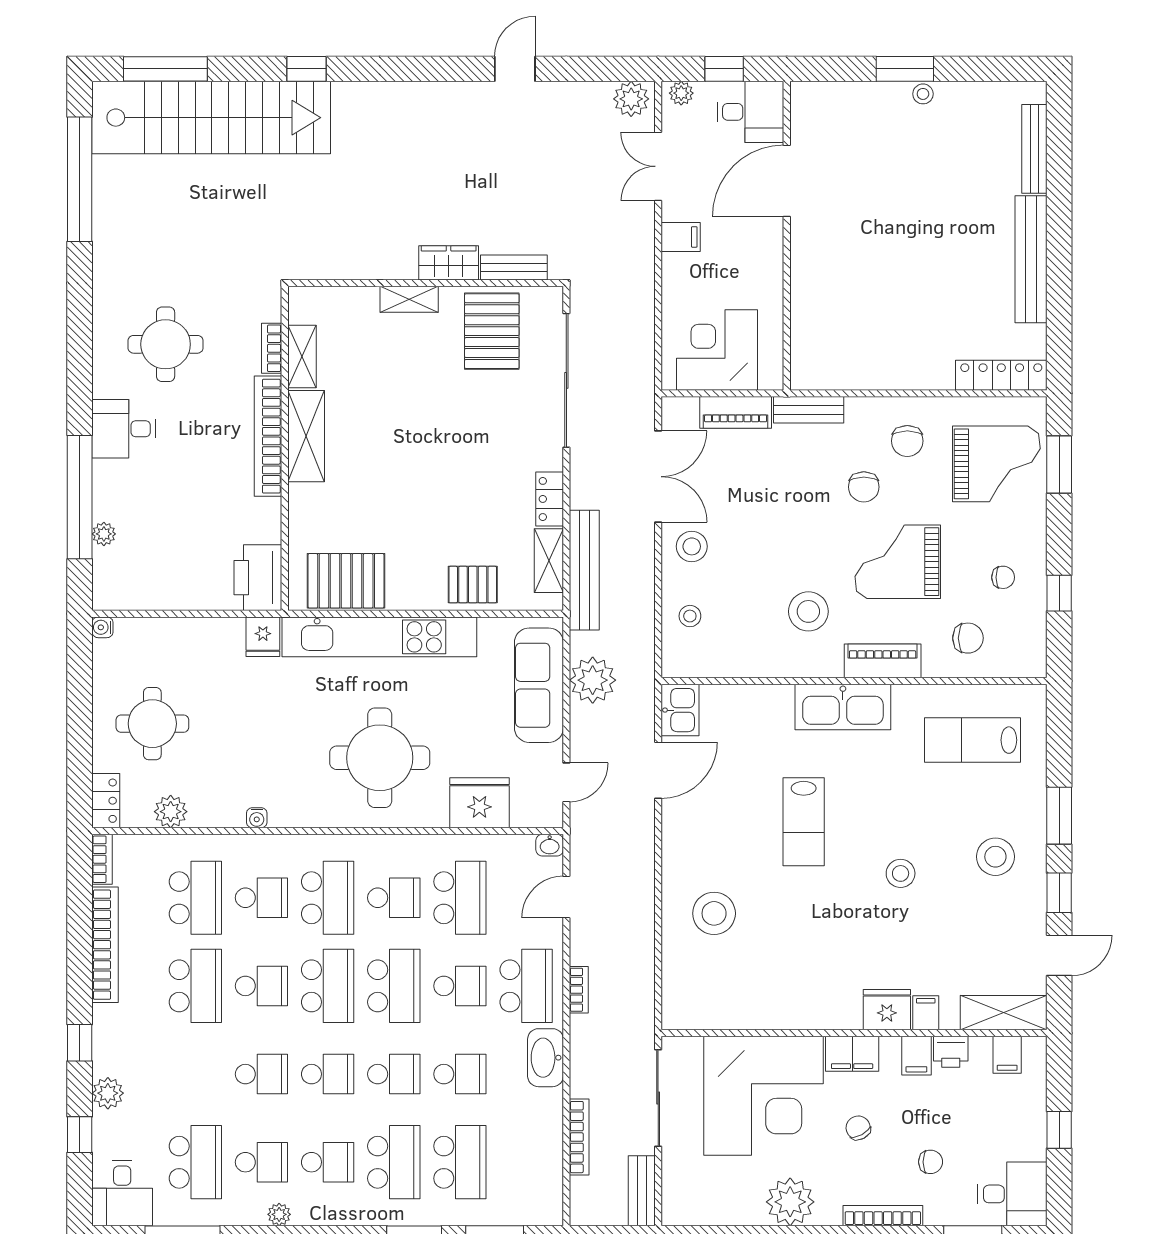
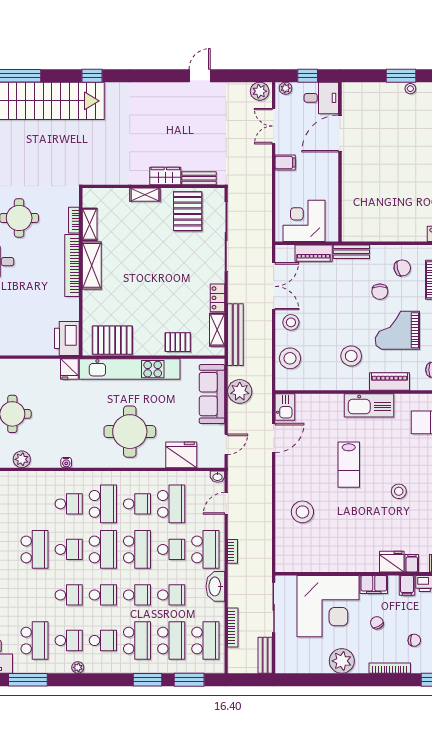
chair: (907, 441) -> (402, 268), turned -104
stool: (690, 616) -> (290, 358), width x1.89, depth x1.89
school desk: (195, 898) -> (205, 640), moved

